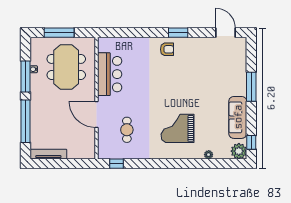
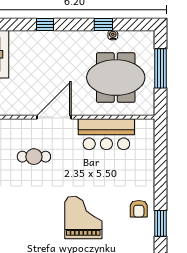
window: (25, 77) -> (103, 24), width x0.46
window: (25, 121) -> (45, 24), width x0.32
grand piano: (178, 128) -> (83, 218), moved

